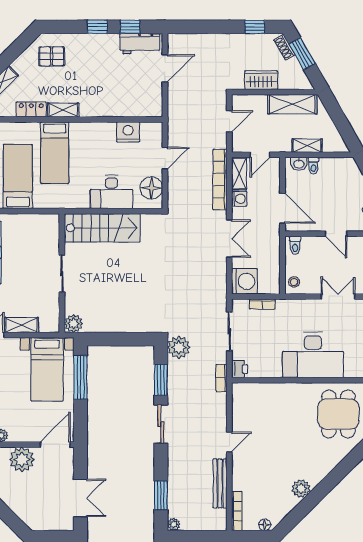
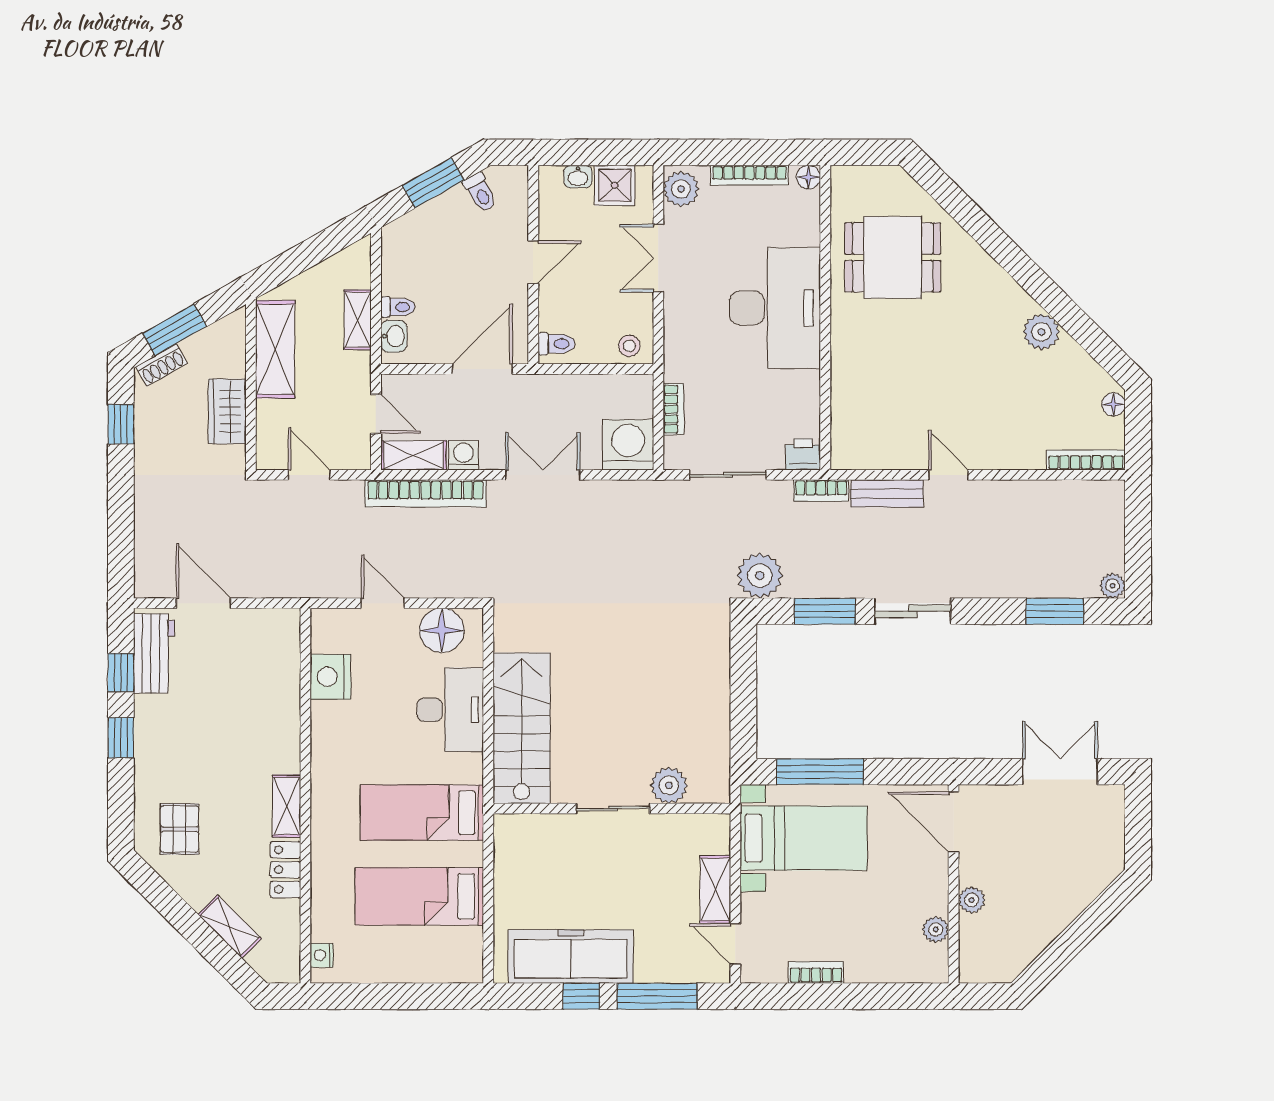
bed: (55, 153) -> (422, 813), moved, turned 180
plant: (74, 323) -> (669, 785), moved
plant: (22, 459) -> (972, 900), width x0.53, depth x0.53
bench: (220, 483) -> (887, 493), moved, width x0.73

